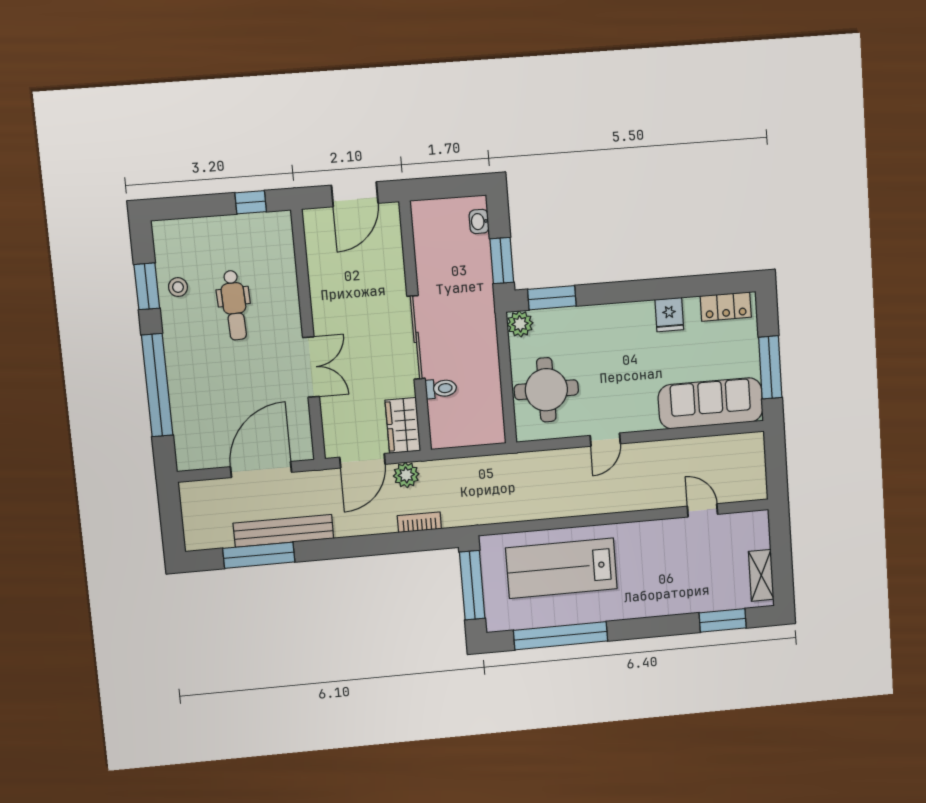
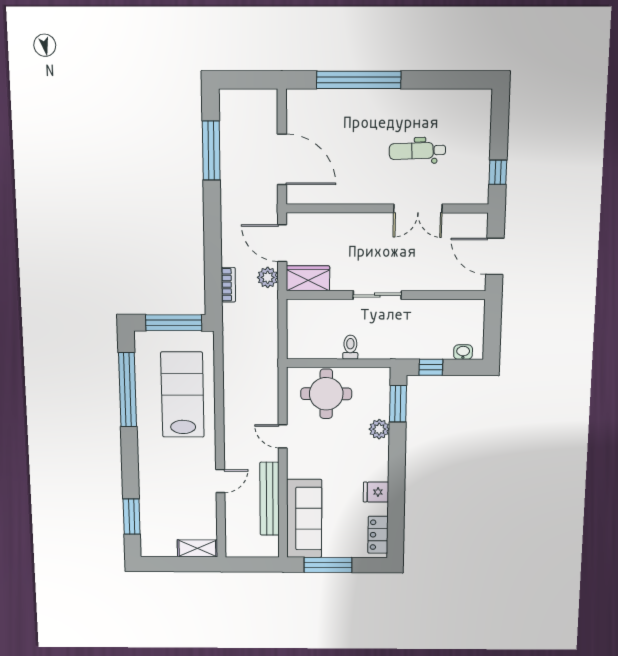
window: (502, 261) -> (431, 367), width x0.67
window: (147, 286) -> (440, 80), removed
stool: (178, 287) -> (437, 106), removed
plant: (520, 324) -> (379, 429), moved
sliding door: (416, 337) -> (377, 295), width x0.73
double door: (311, 367) -> (418, 209), moved
toilet: (441, 388) -> (350, 347), moved, turned 180
door: (702, 510) -> (220, 481), moved
bench: (283, 531) -> (270, 499), moved
shelving: (761, 575) -> (197, 548), moved

